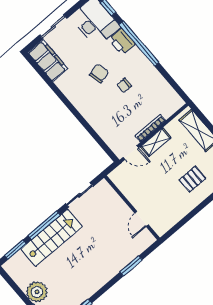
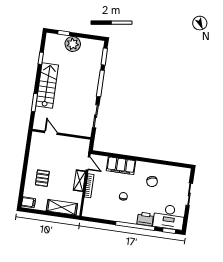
filing cabinet: (48, 61) -> (121, 166), moved
chair: (99, 73) -> (152, 182), moved
door: (131, 153) -> (88, 163), swing flipped
stairs: (51, 238) -> (47, 85), moved, turned 180

